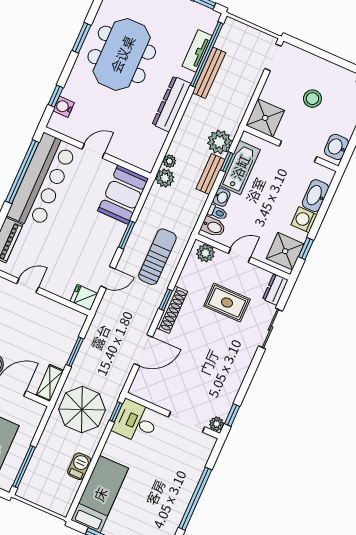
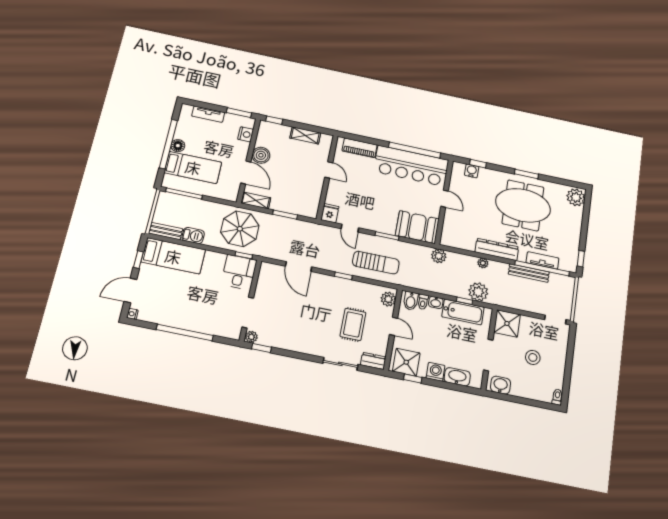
plant: (169, 161) -> (483, 263), moved
bench: (210, 174) -> (166, 231), moved
shoe rack: (172, 310) -> (337, 282), removed

